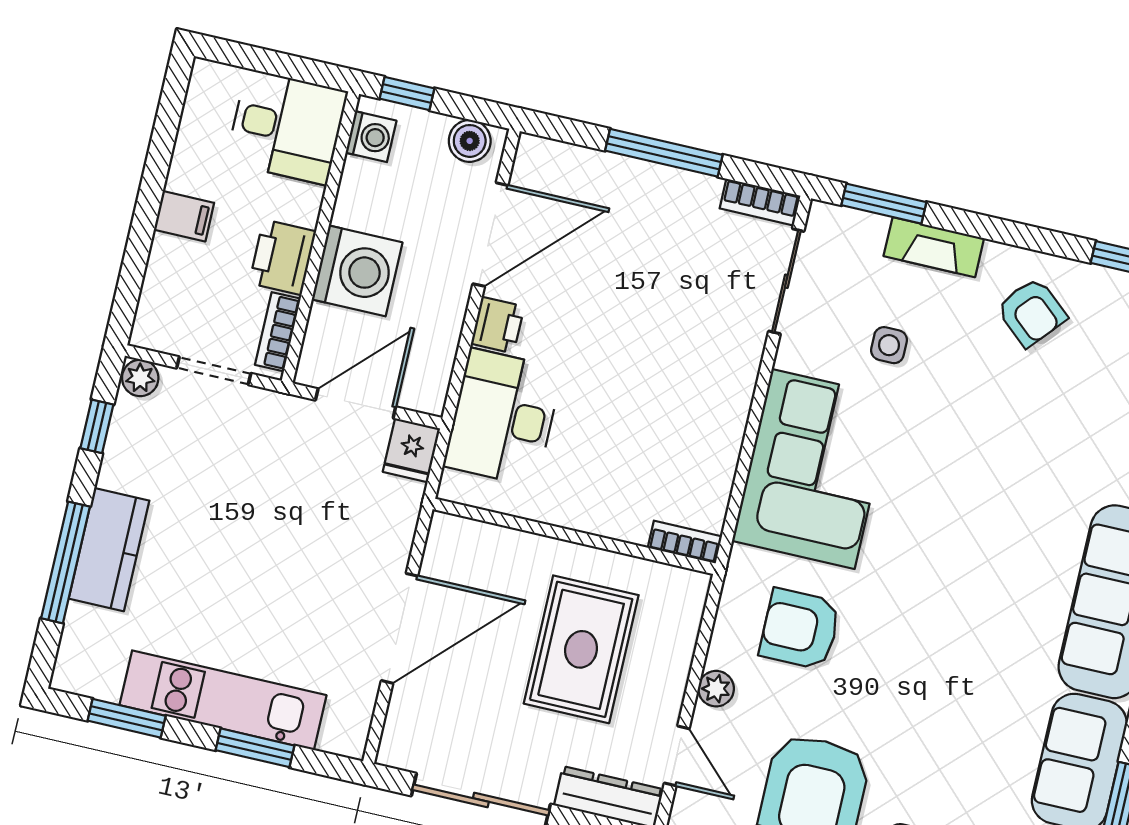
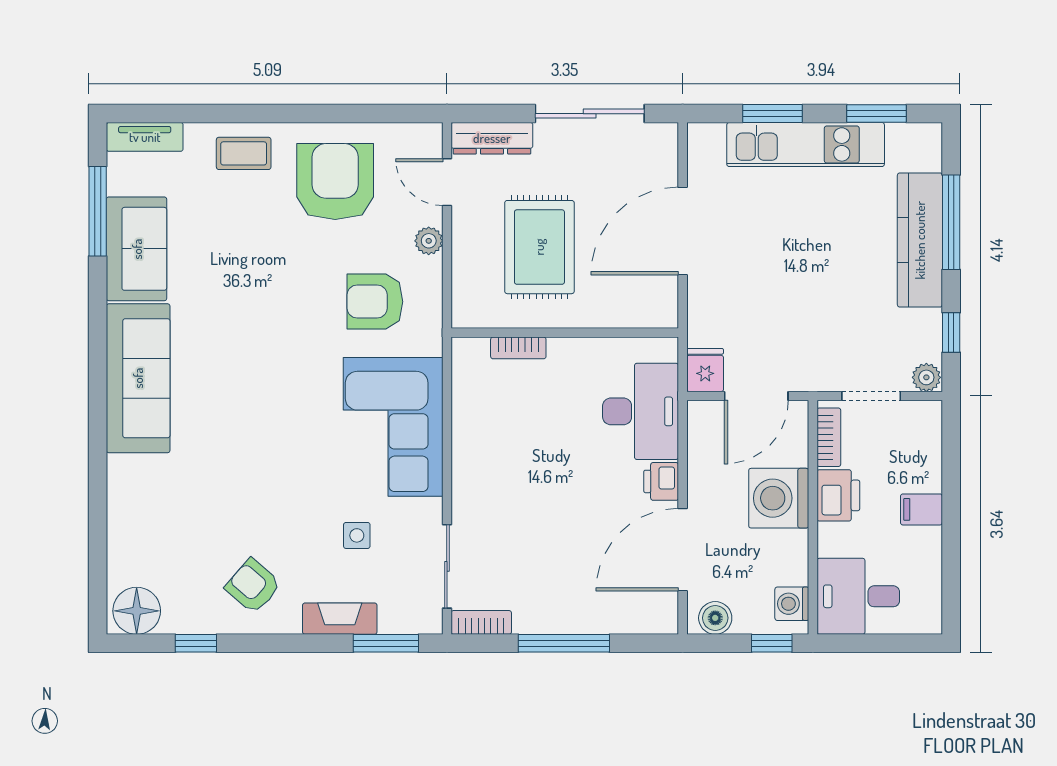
bookcase: (685, 542) -> (518, 348), moved
kitchen counter: (109, 550) -> (920, 240), width x1.50
armchair: (800, 629) -> (375, 302), turned 180

